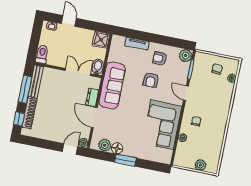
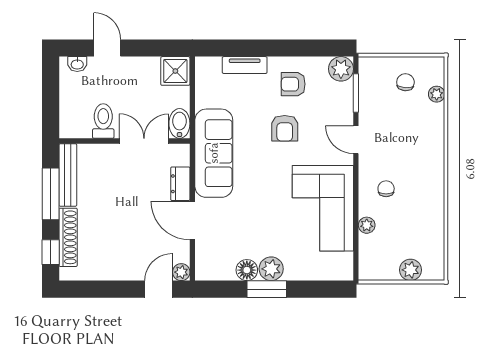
toilet: (42, 54) -> (103, 121), moved
plant: (105, 145) -> (271, 269), moved

